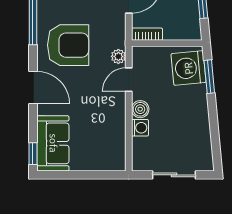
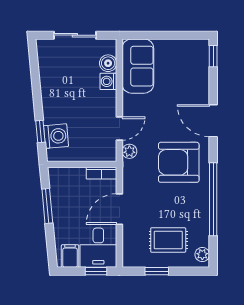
washing machine: (189, 68) -> (56, 136), width x0.73, depth x0.73
window: (209, 77) -> (40, 131), width x0.67
boiler: (140, 109) -> (108, 63), moved
sofa: (53, 143) -> (138, 66), moved, turned 180

